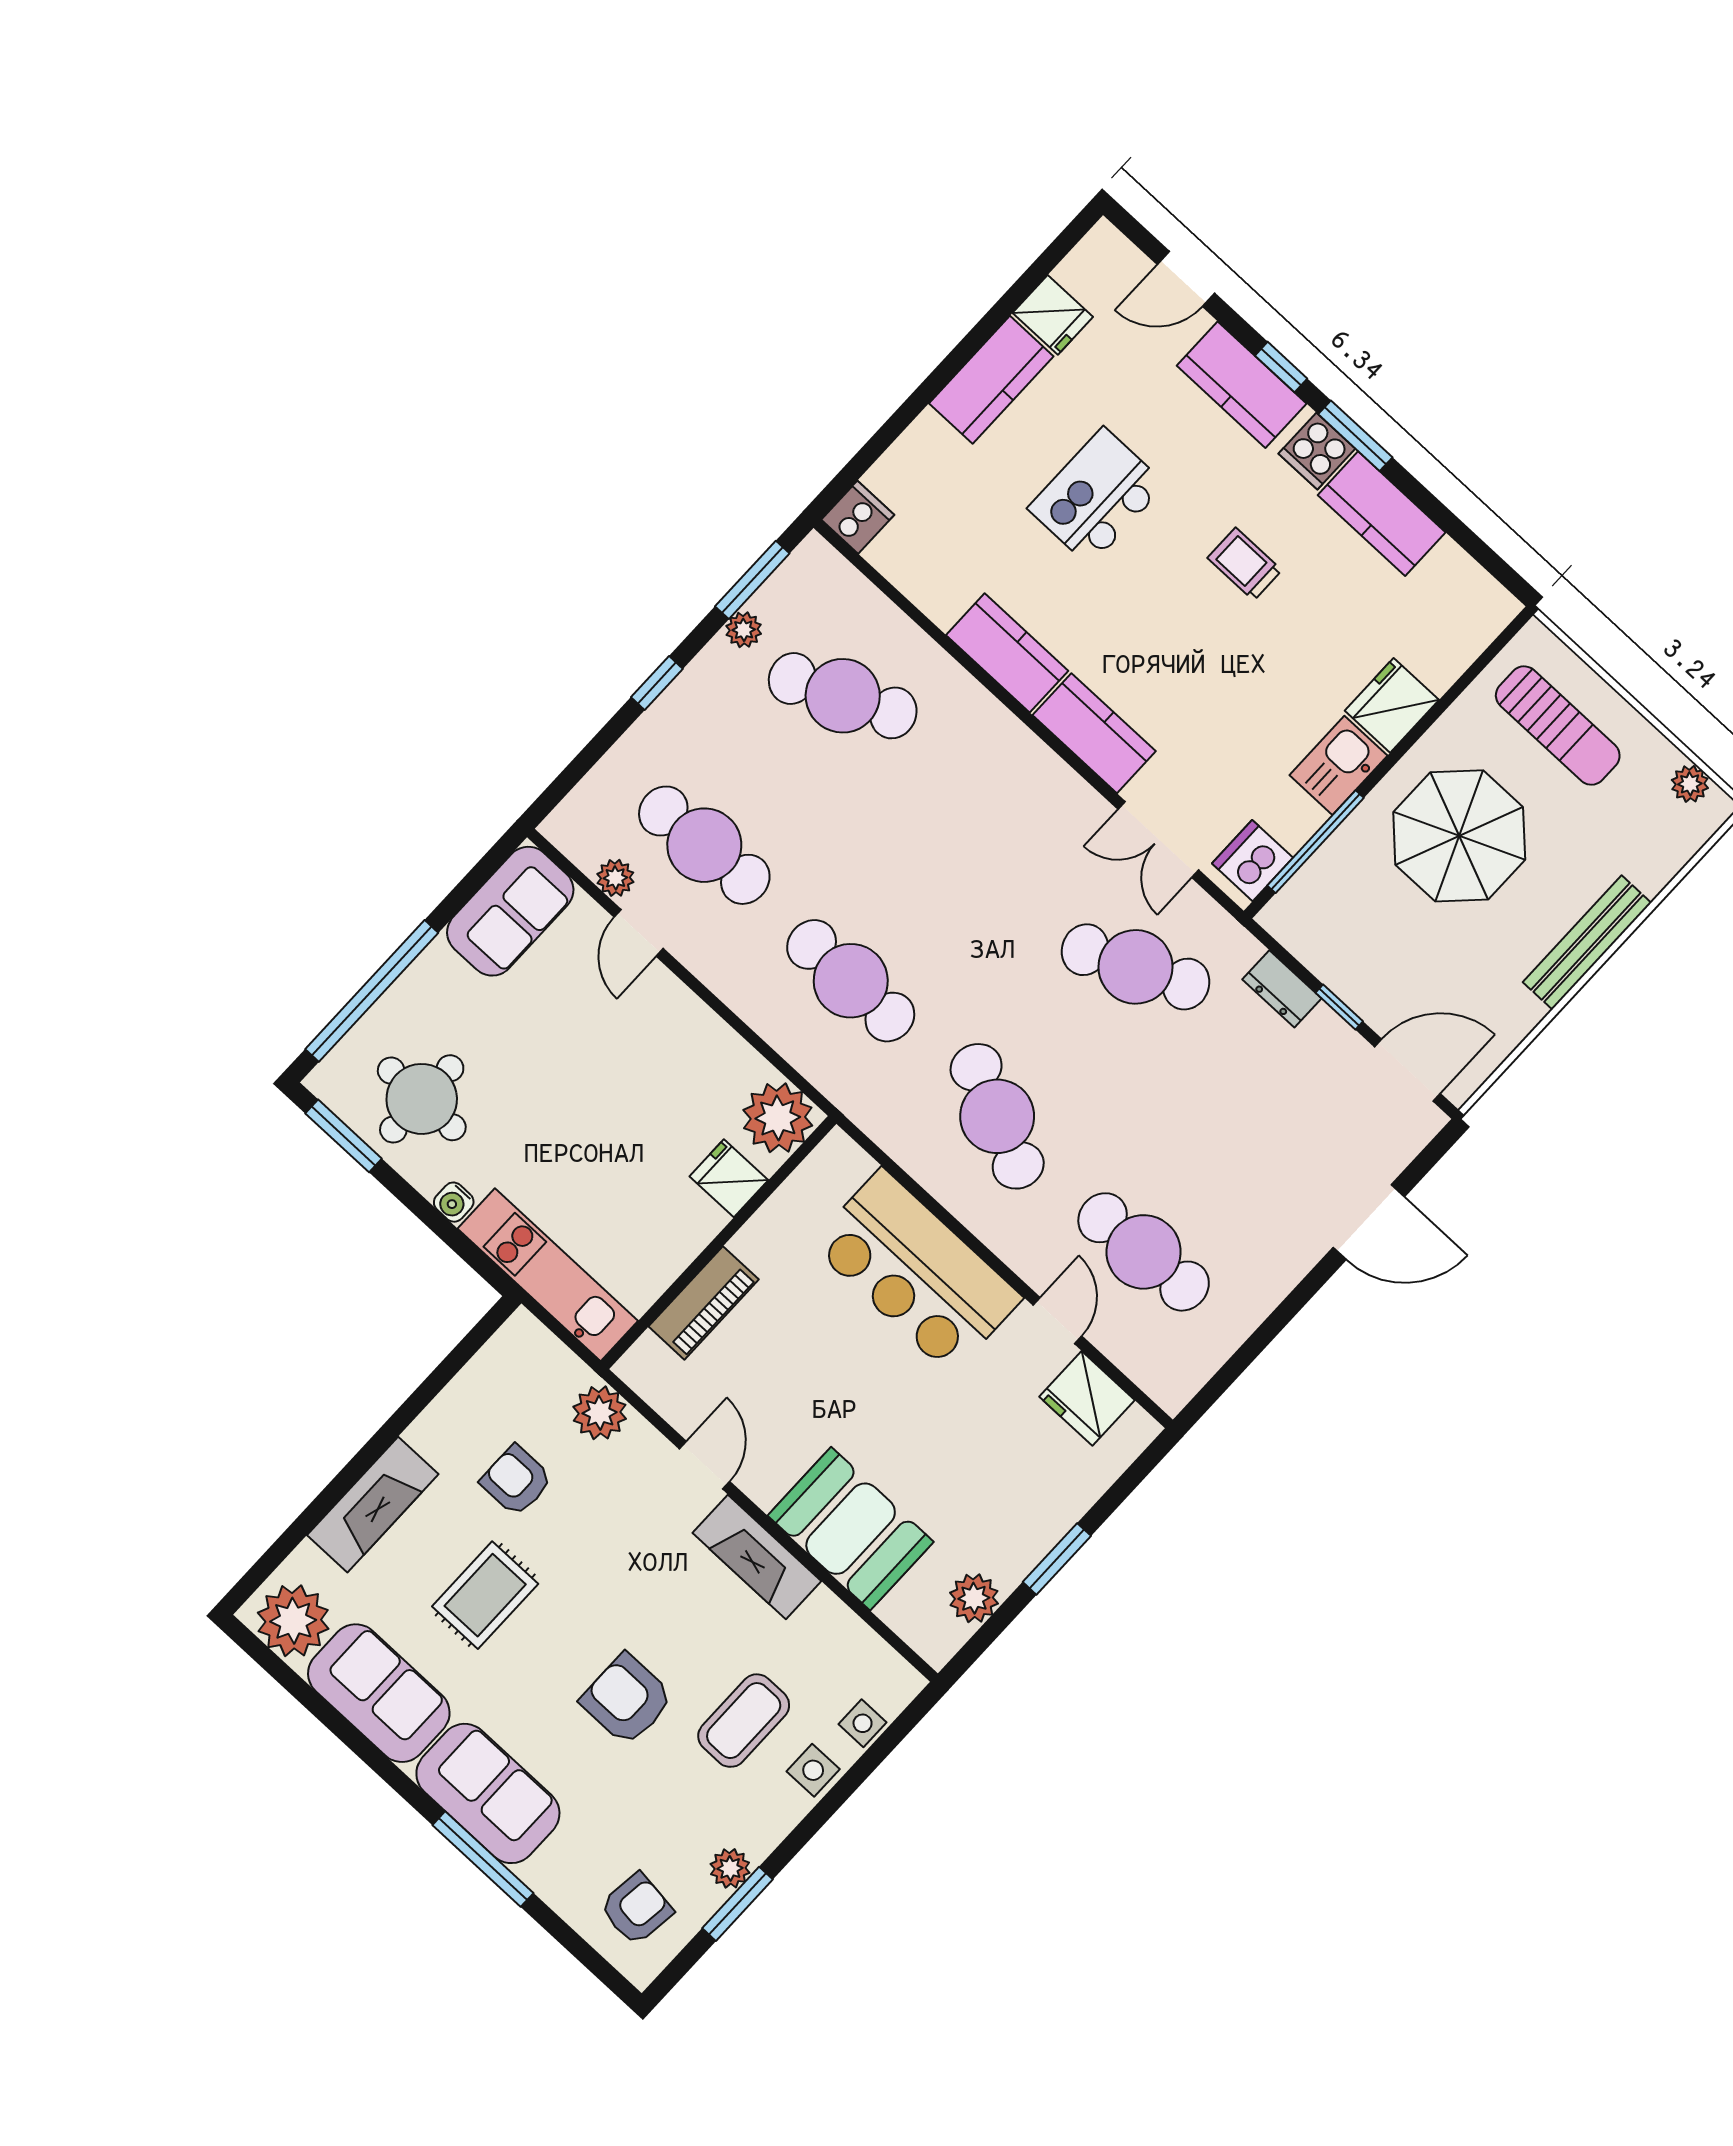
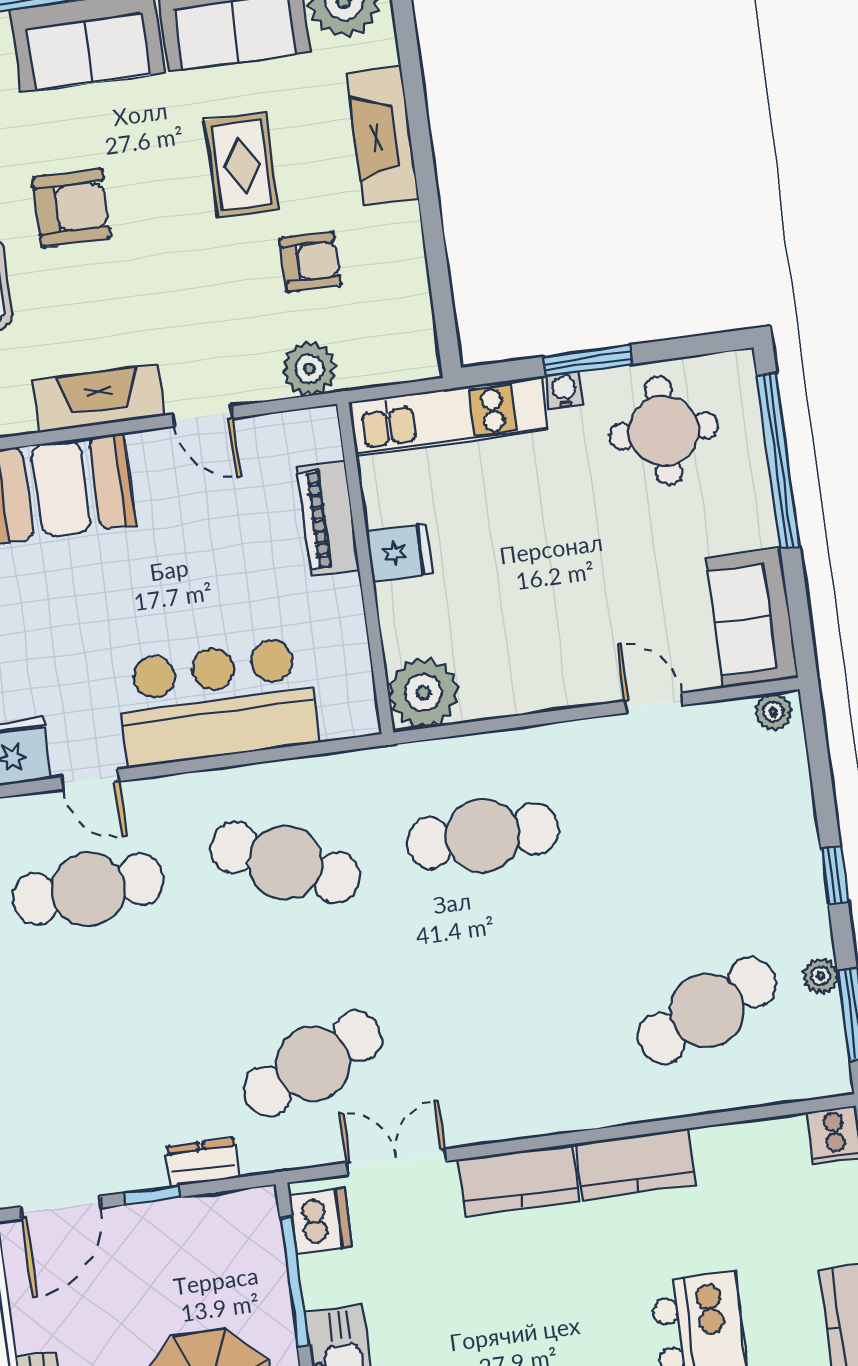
cafe table: (704, 845) -> (680, 809), removed
plant: (615, 878) -> (773, 712), moved
window: (344, 1136) -> (588, 360), moved
fridge: (729, 1178) -> (399, 553), moved

